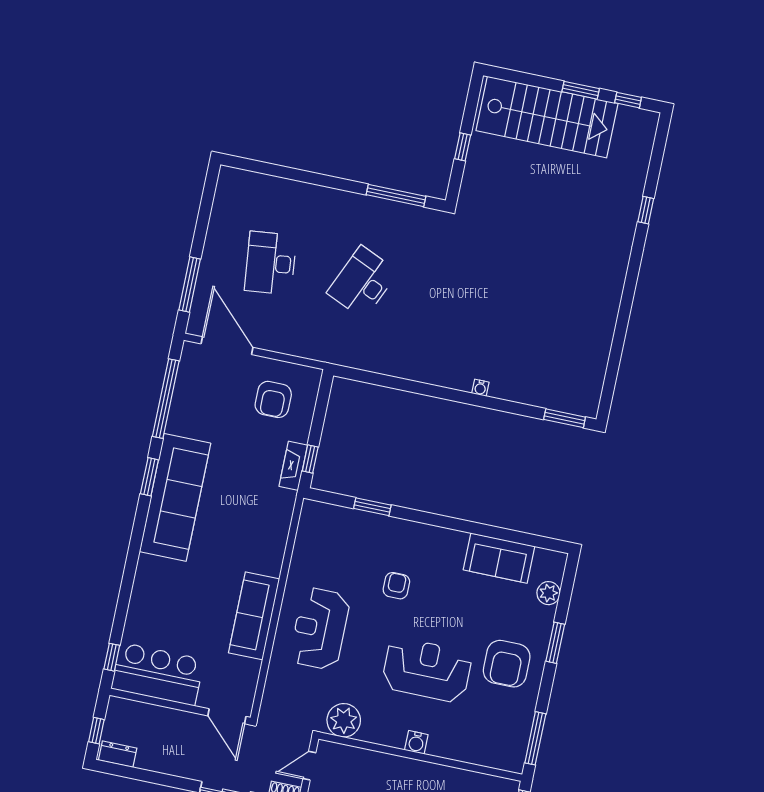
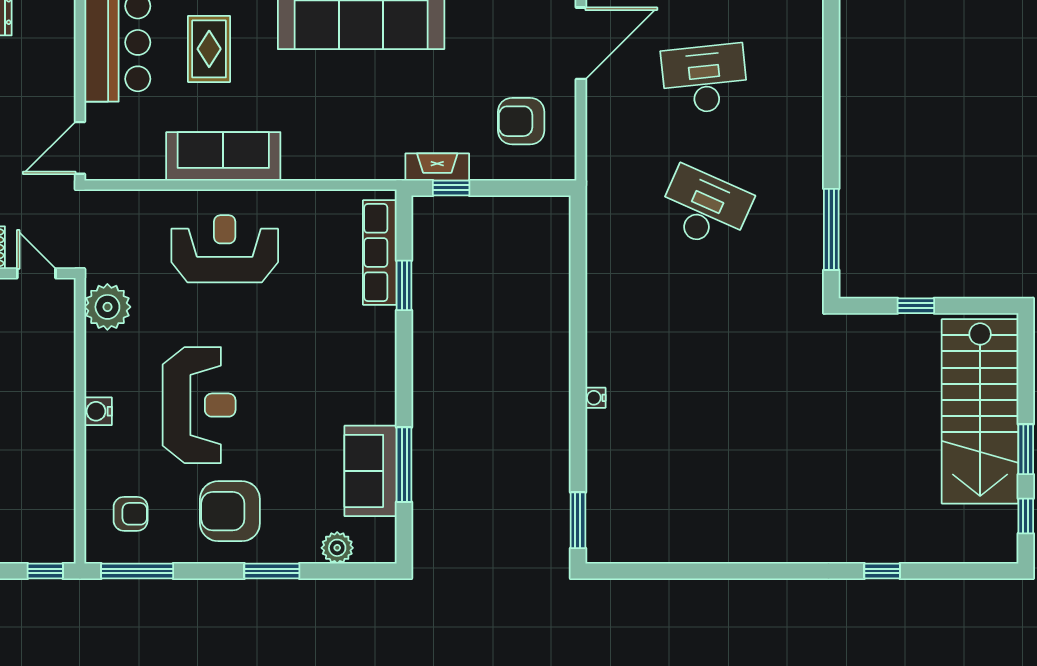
row of seats: (345, 519) -> (380, 253), added
window: (499, 533) -> (404, 465), added
armchair: (396, 586) -> (131, 514), moved
rug: (176, 610) -> (209, 49), added

